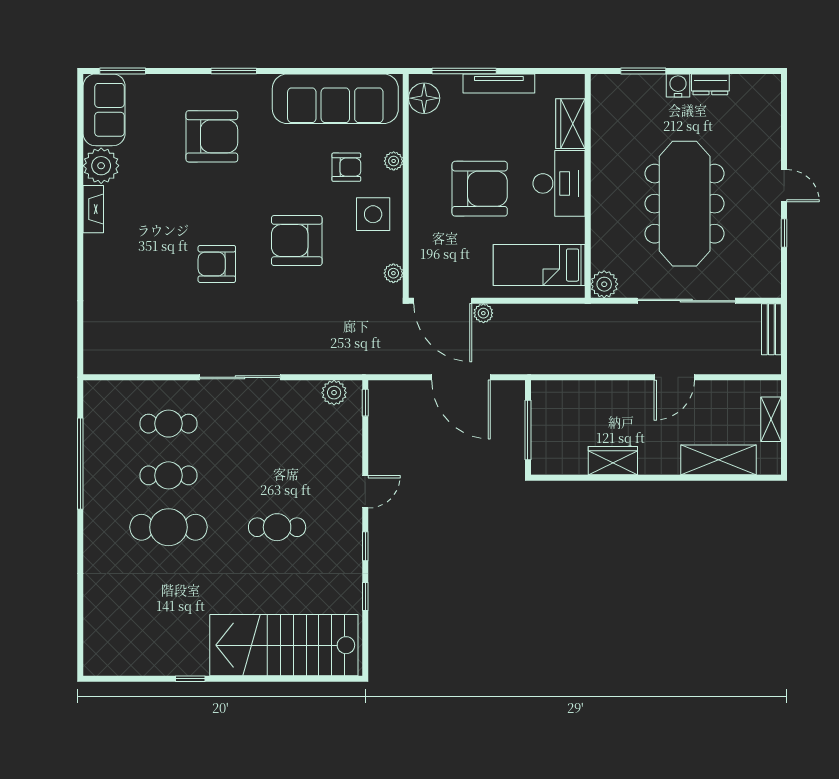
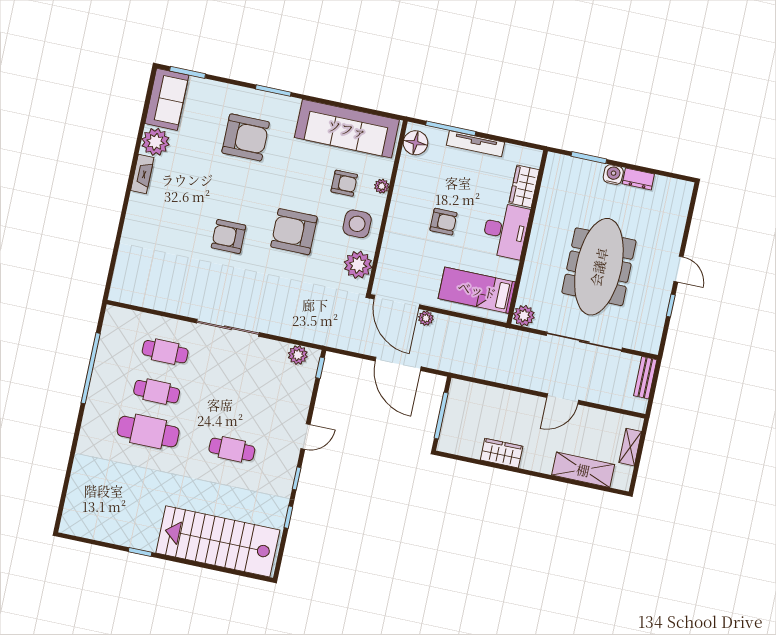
armchair: (480, 189) -> (443, 222), width x0.53, depth x0.53
plant: (393, 273) -> (358, 265), width x1.88, depth x1.88

